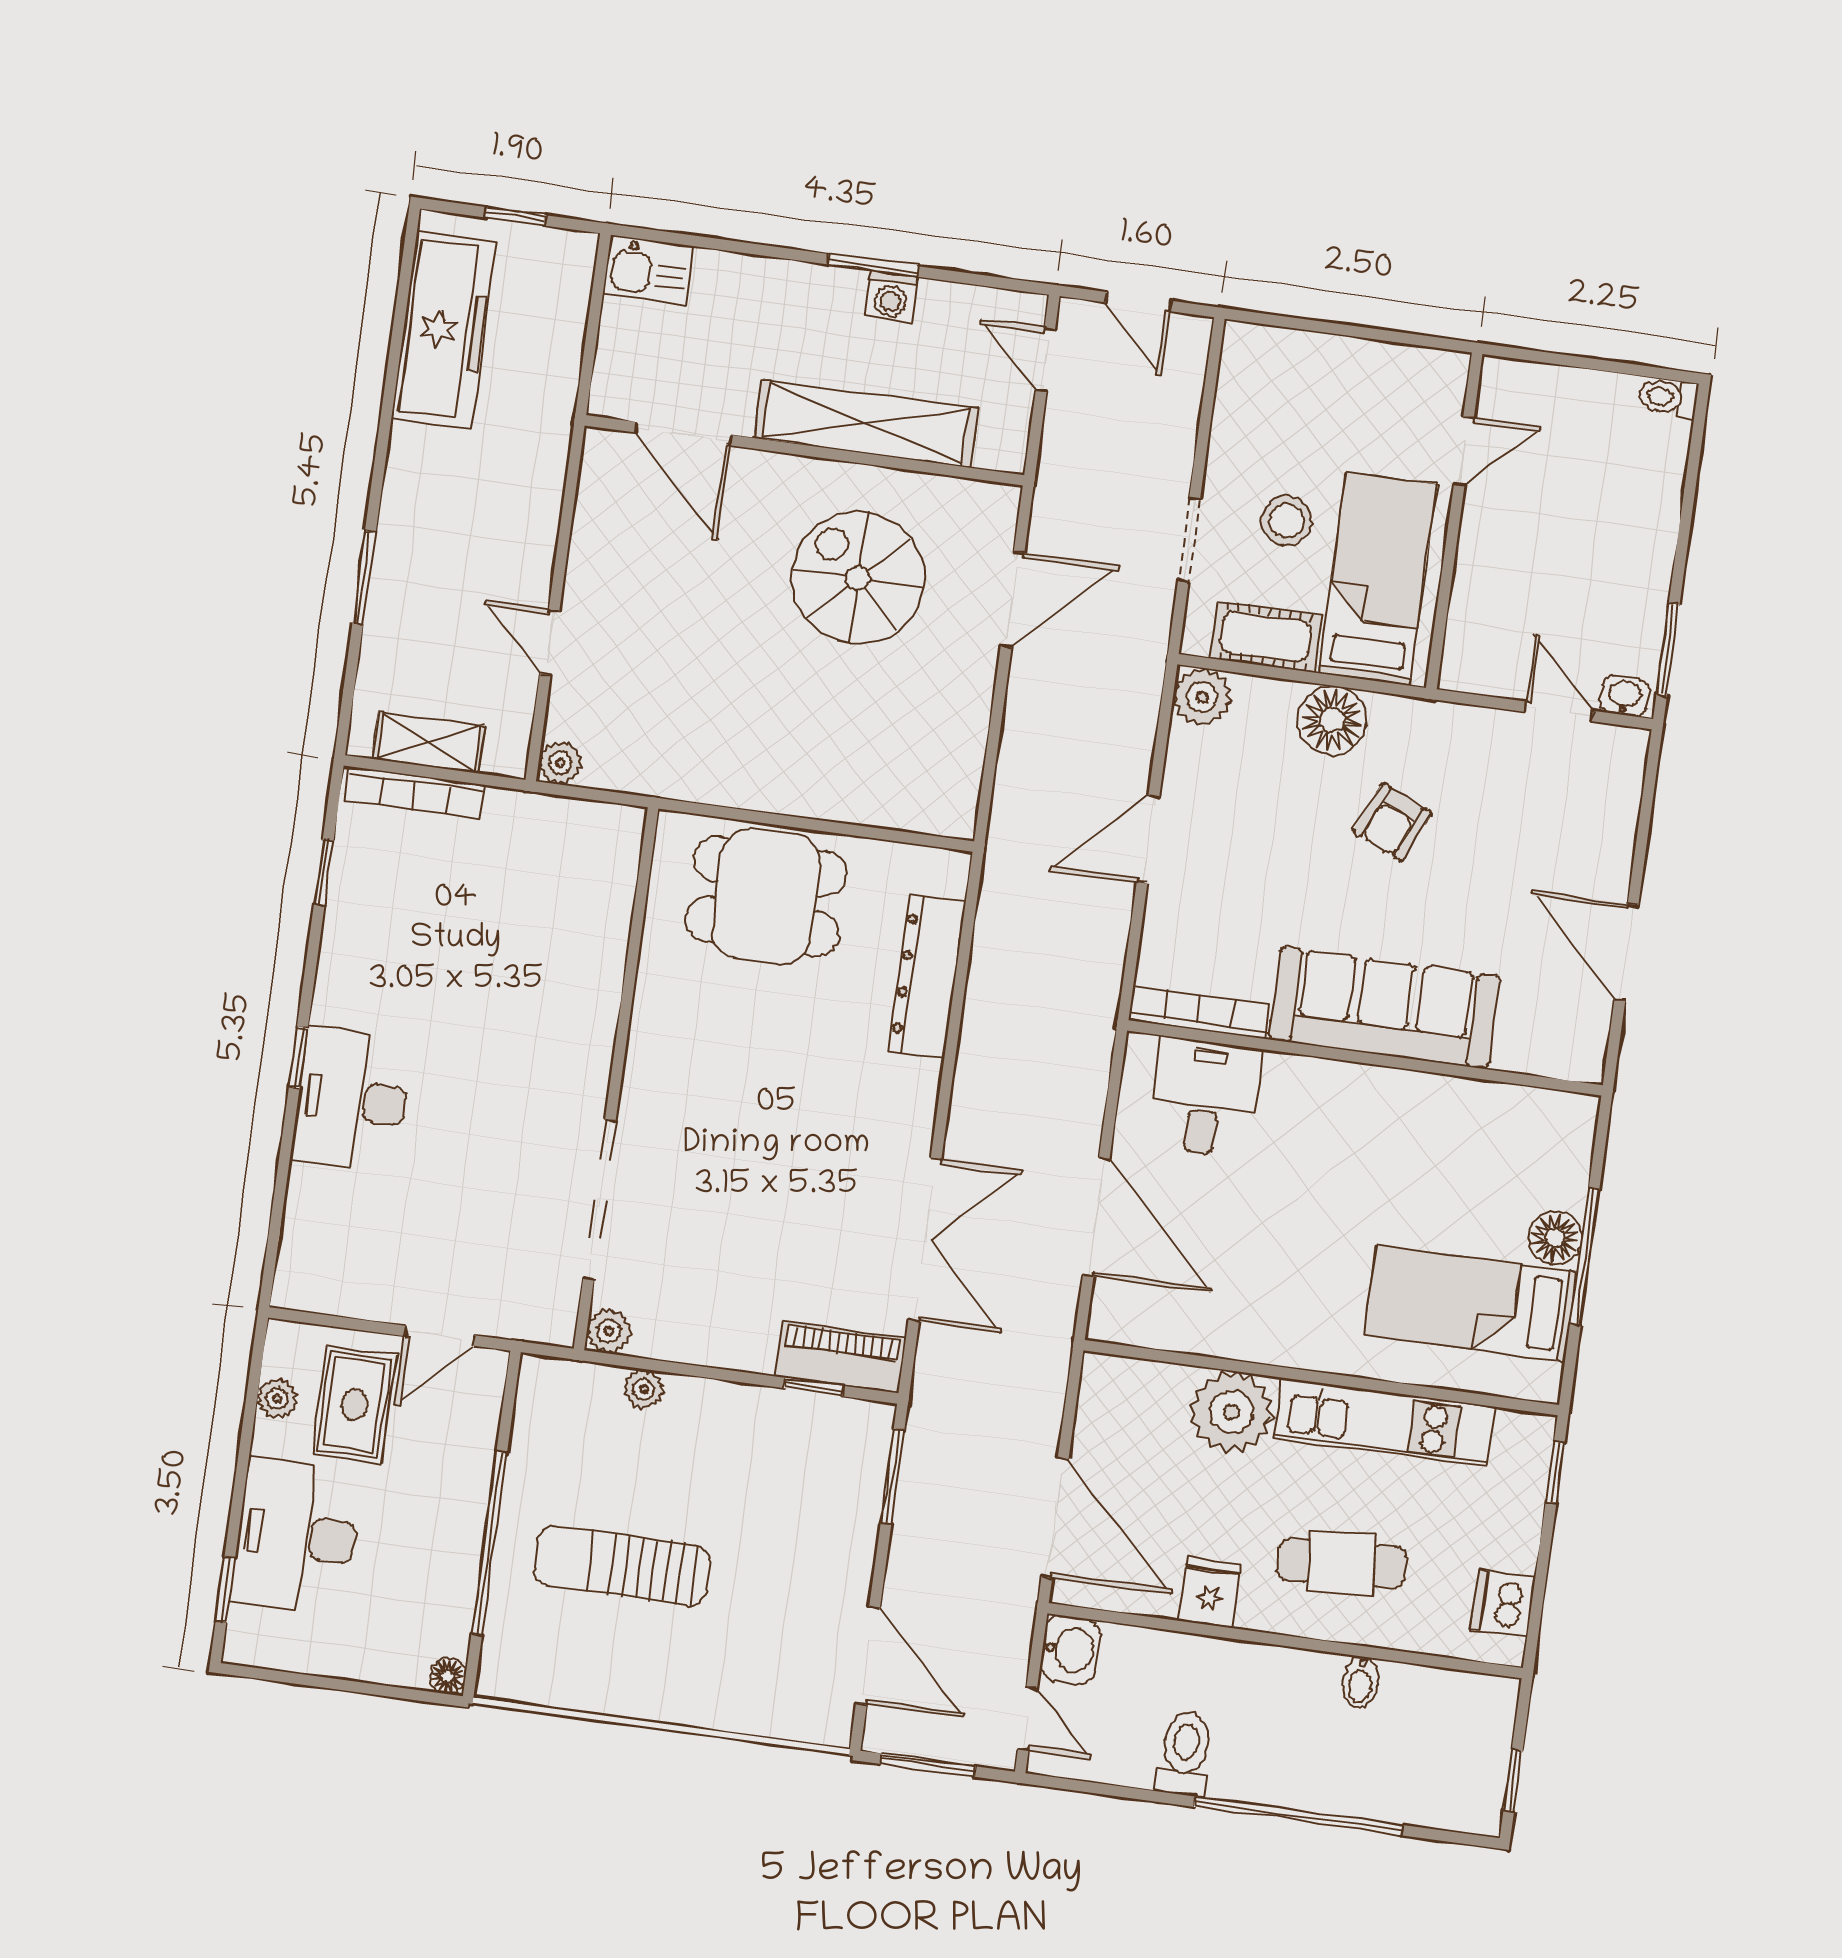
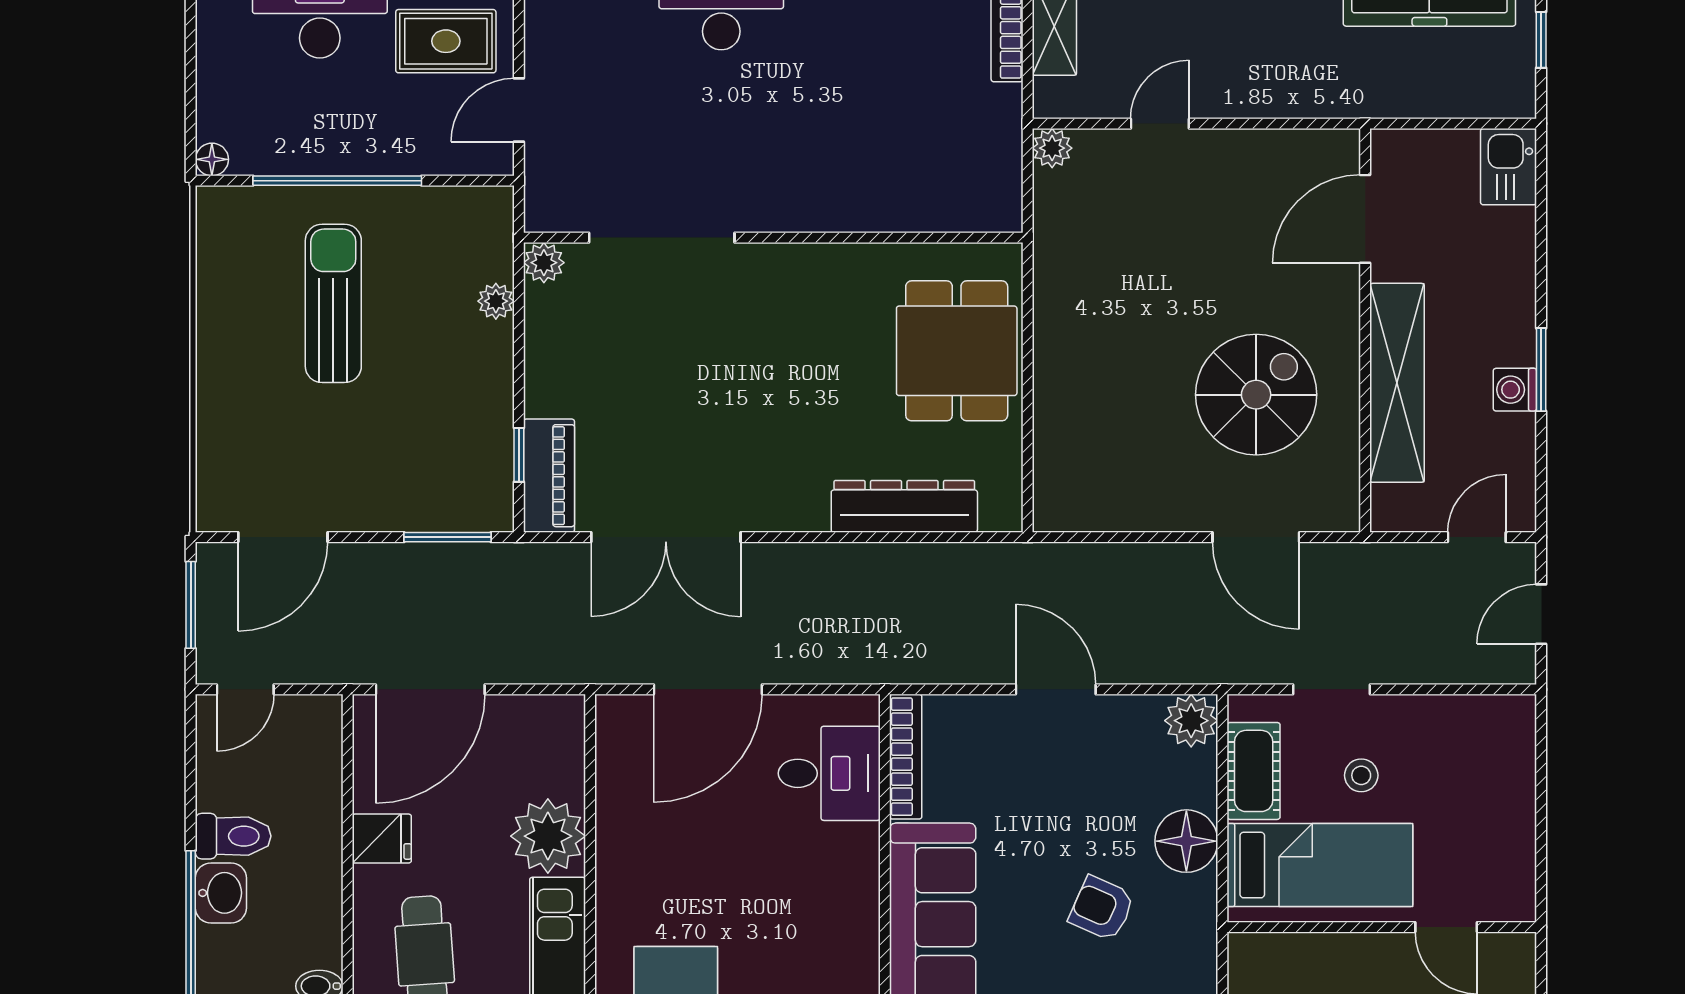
stool: (1287, 521) -> (1361, 775), width x0.73, depth x0.73
door: (440, 1336) -> (519, 110), hinge flipped
washbasin: (1070, 1650) -> (221, 893), moved, turned -90

